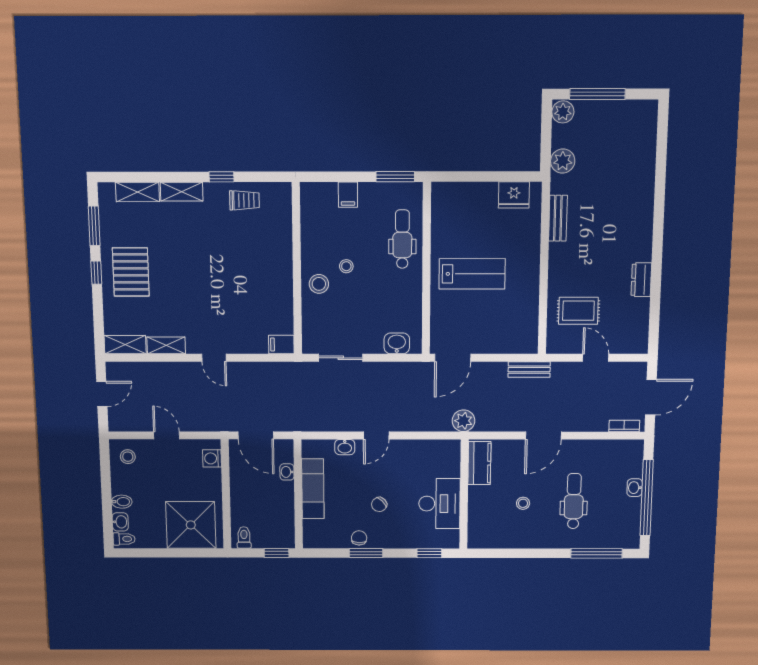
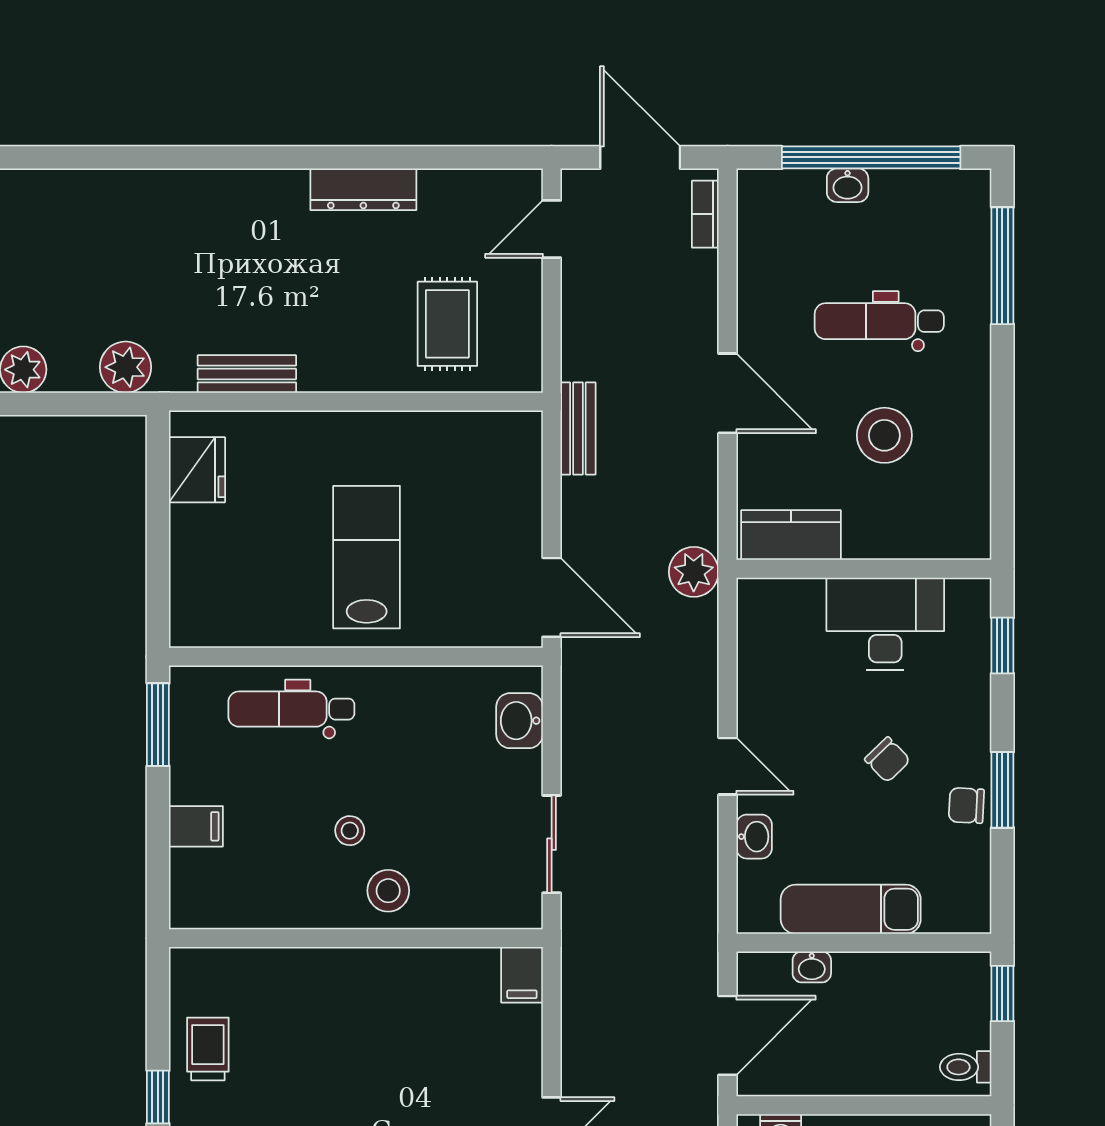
dresser: (641, 280) -> (363, 189), width x1.44
door: (596, 358) -> (552, 229), moved
stool: (523, 503) -> (884, 435), width x1.89, depth x1.89

